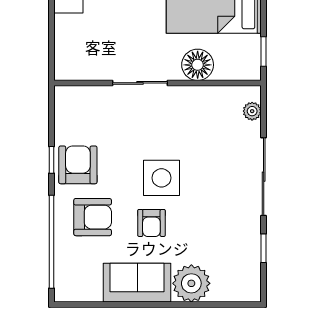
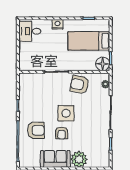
floor lamp: (198, 65) -> (103, 64), moved
armchair: (78, 165) -> (80, 85), moved, turned -79

